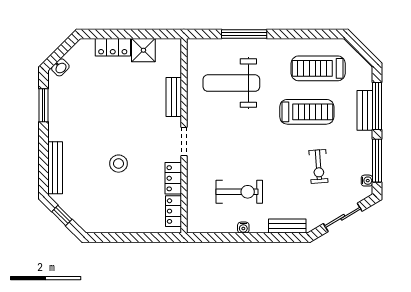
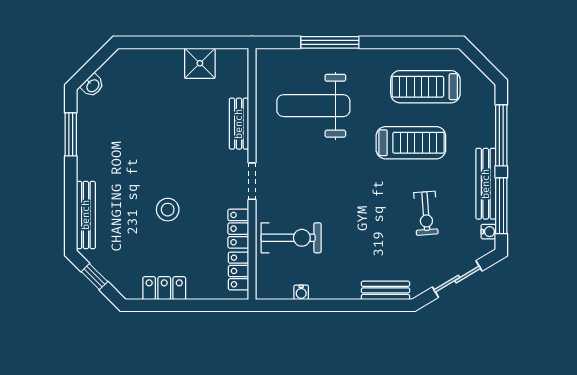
locker: (113, 47) -> (164, 288), moved, turned 180
bench: (365, 110) -> (486, 184), moved, width x1.36
exercise bike: (239, 192) -> (291, 238), moved
water cooler: (243, 228) -> (301, 292), moved

